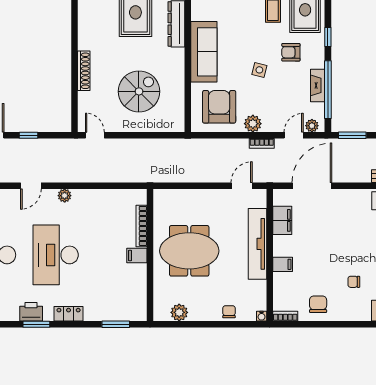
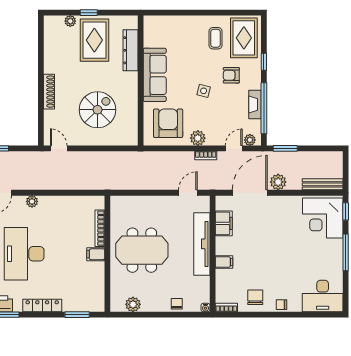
plant: (344, 173) -> (278, 182), added
chair: (354, 282) -> (282, 305), moved
locker: (69, 314) -> (42, 306), width x1.53

